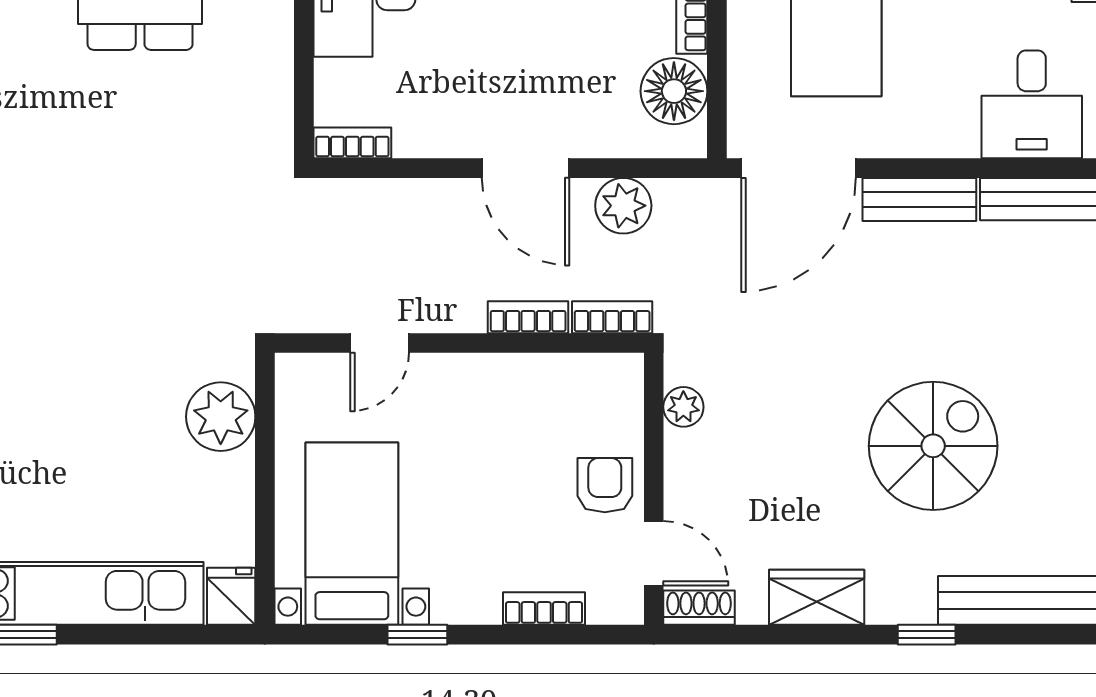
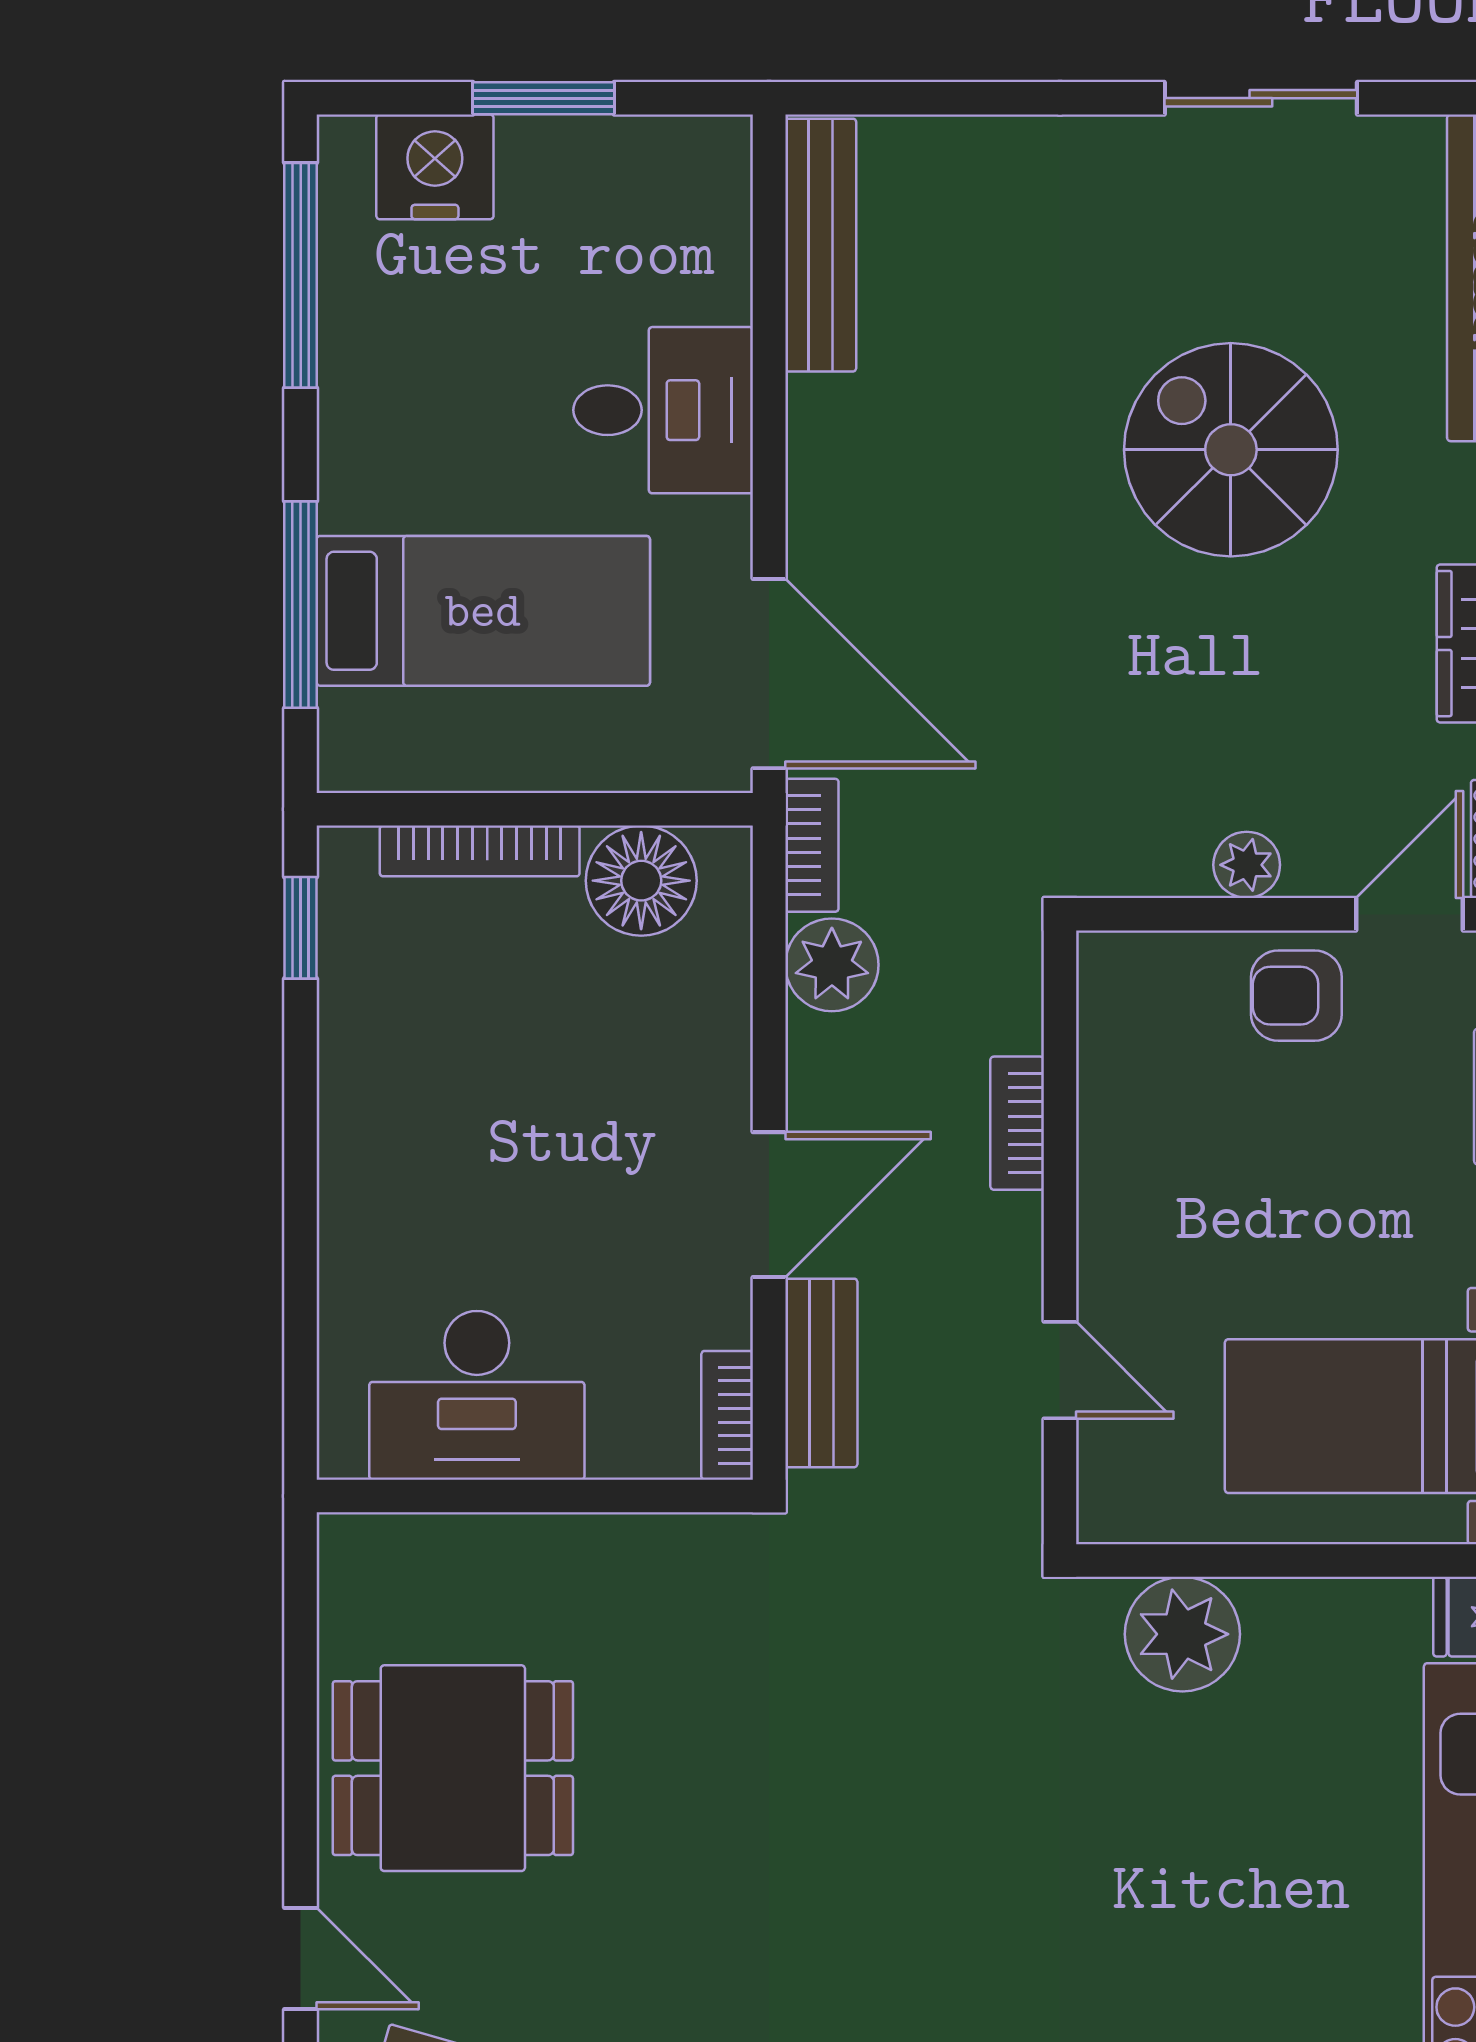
desk: (1032, 104) -> (663, 410), moved
door: (526, 168) -> (769, 1205), moved
bench: (919, 199) -> (821, 1373), moved
bookcase: (612, 317) -> (812, 845), moved, turned 180
plant: (683, 407) -> (1247, 865), moved

